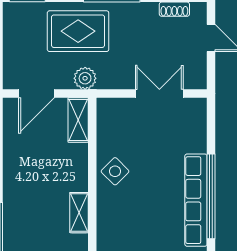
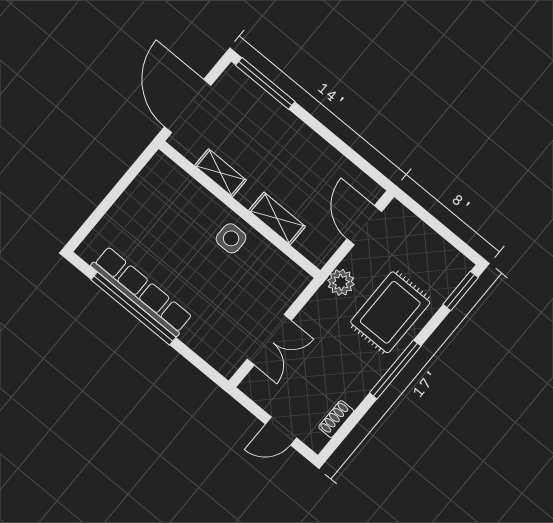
shelving: (78, 120) -> (277, 218), moved
side table: (115, 171) -> (231, 238), turned 45

